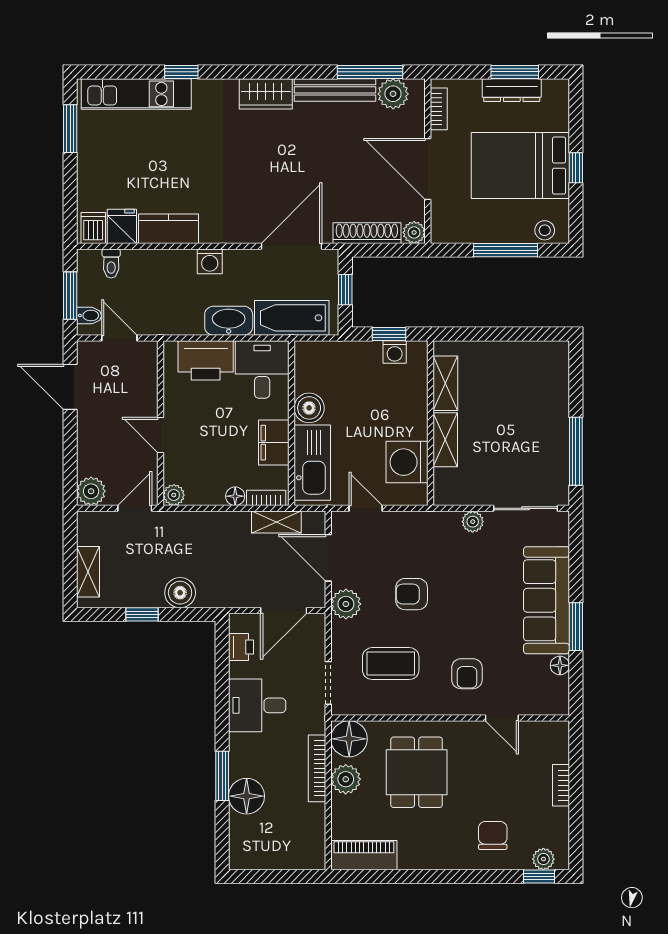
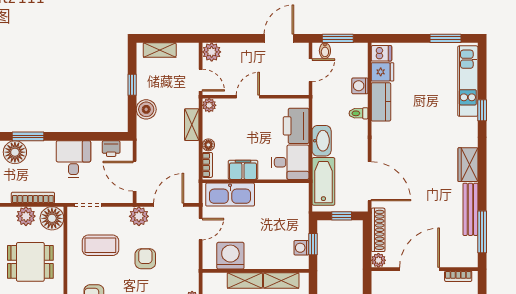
plant: (393, 94) -> (468, 247), removed
washing machine: (210, 261) -> (360, 86), moved
toilet: (111, 263) -> (359, 113), moved
boiler: (309, 408) -> (265, 193), removed
shelving: (276, 522) -> (192, 125), moved
coffee table: (391, 664) -> (100, 245), turned 90

